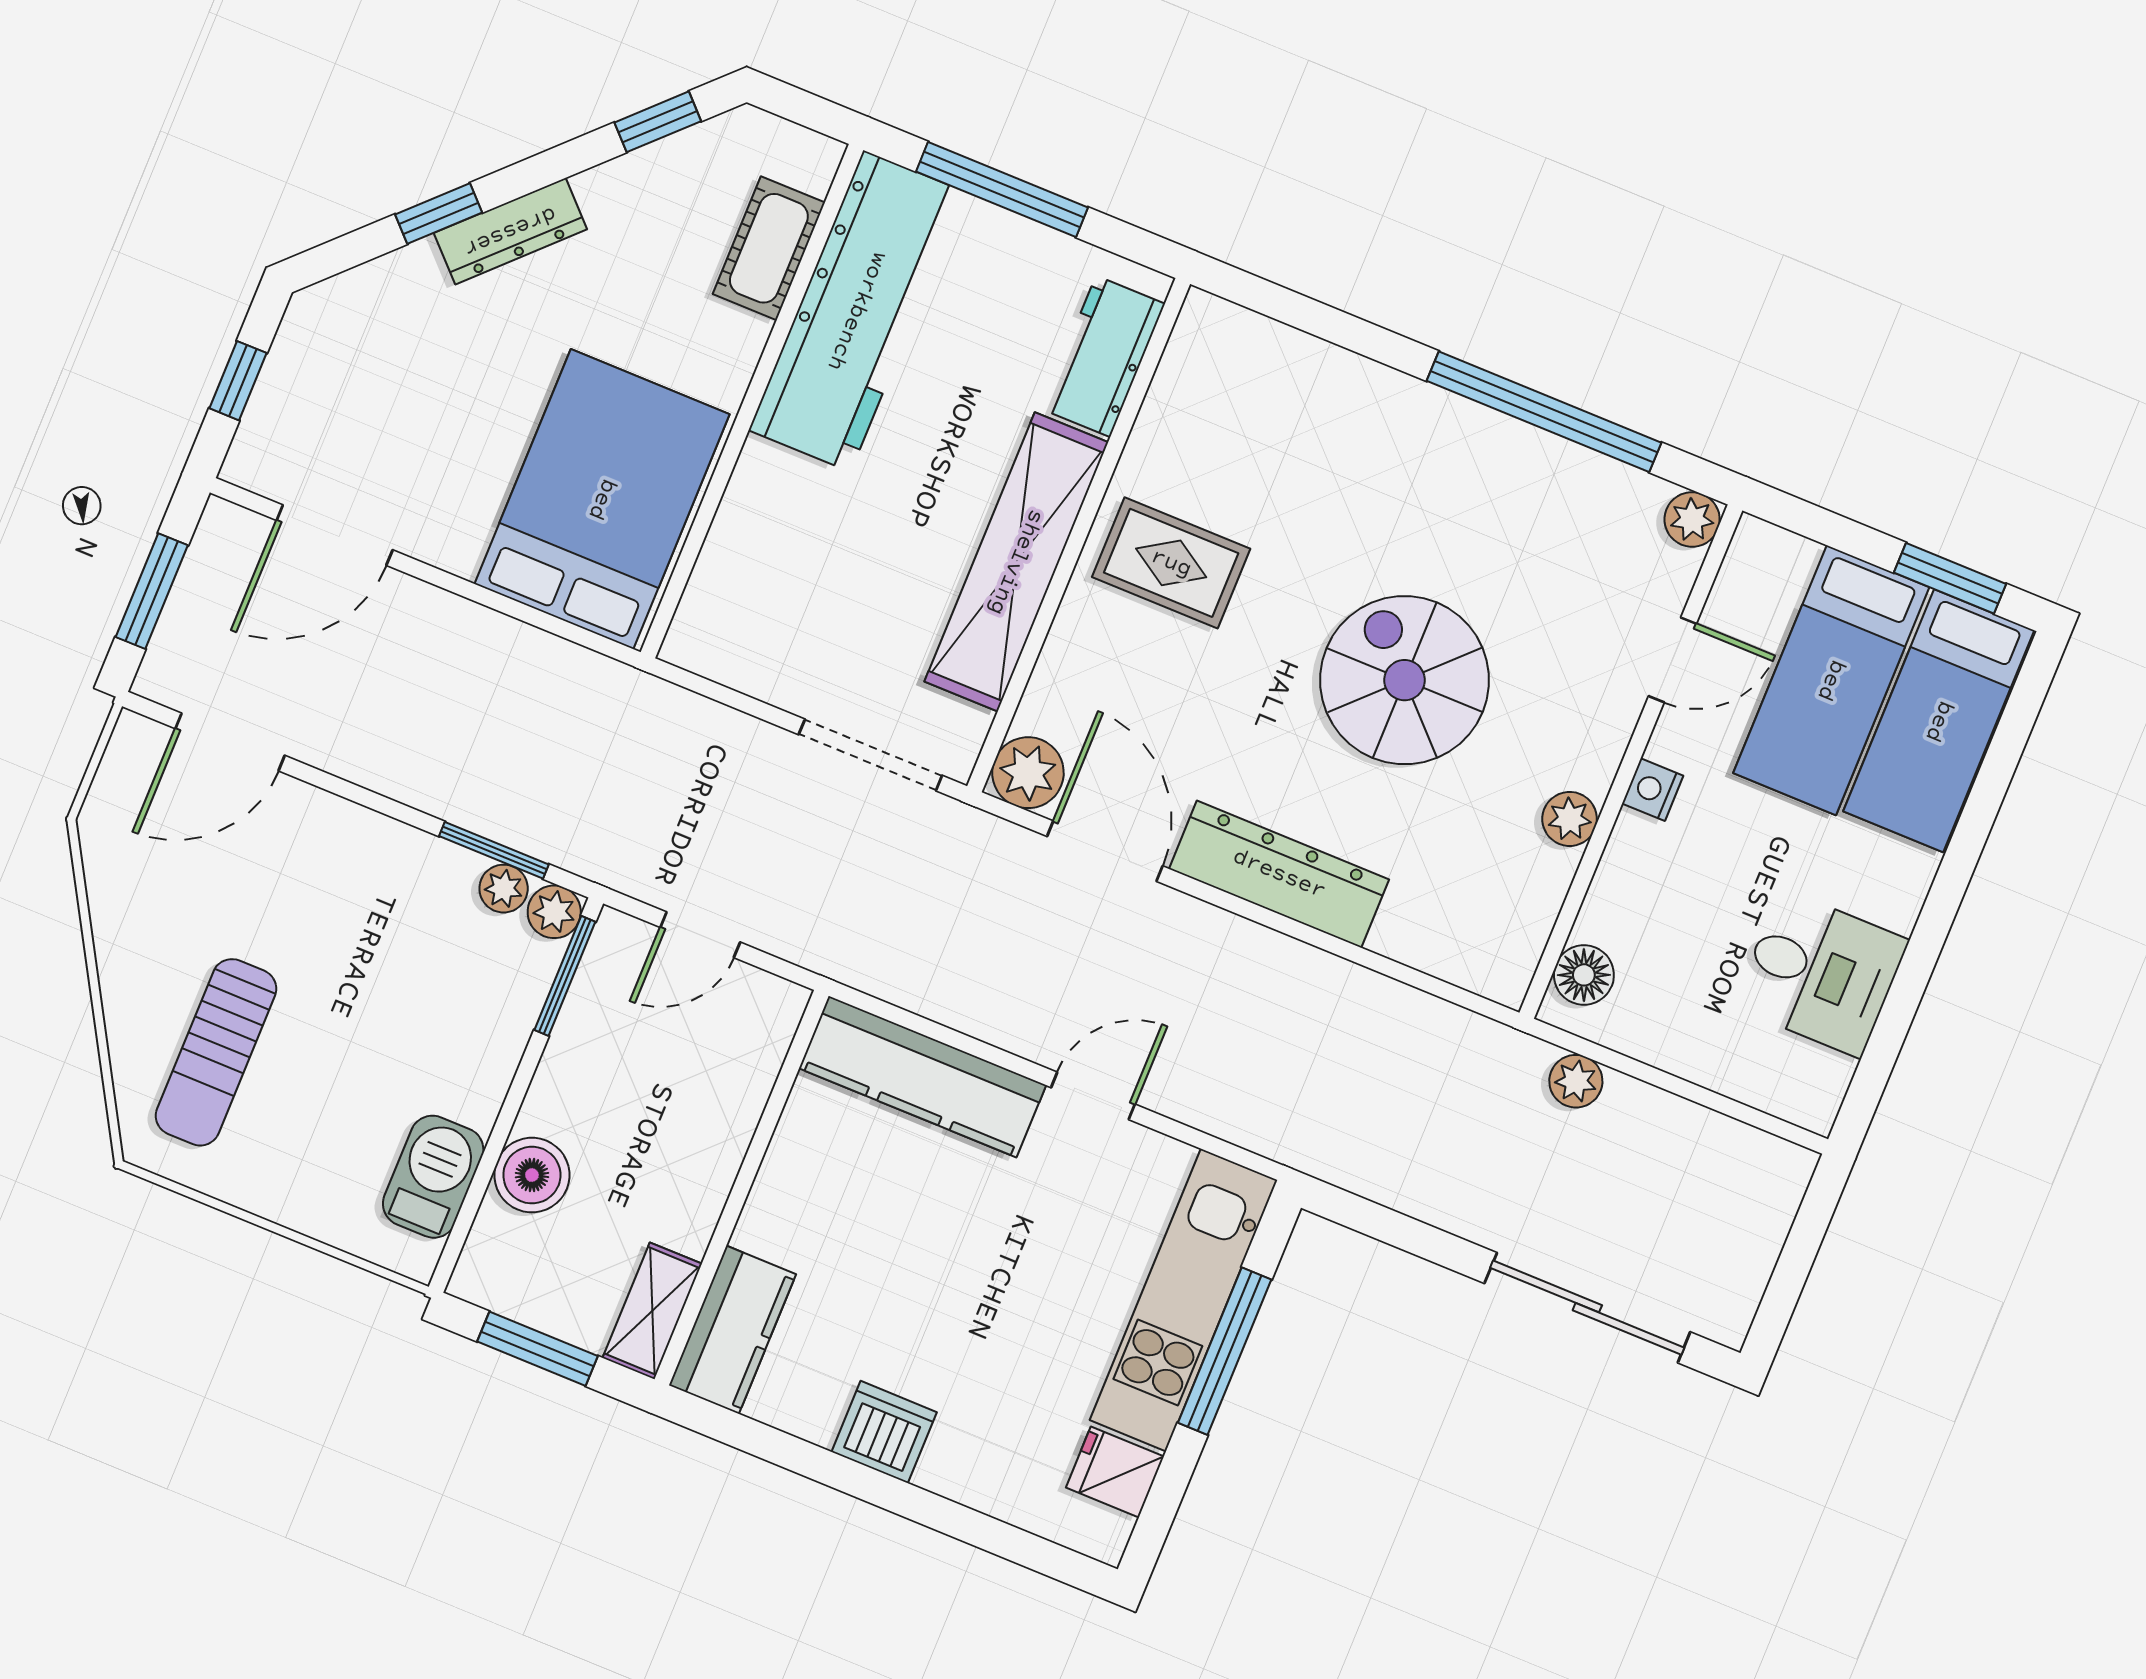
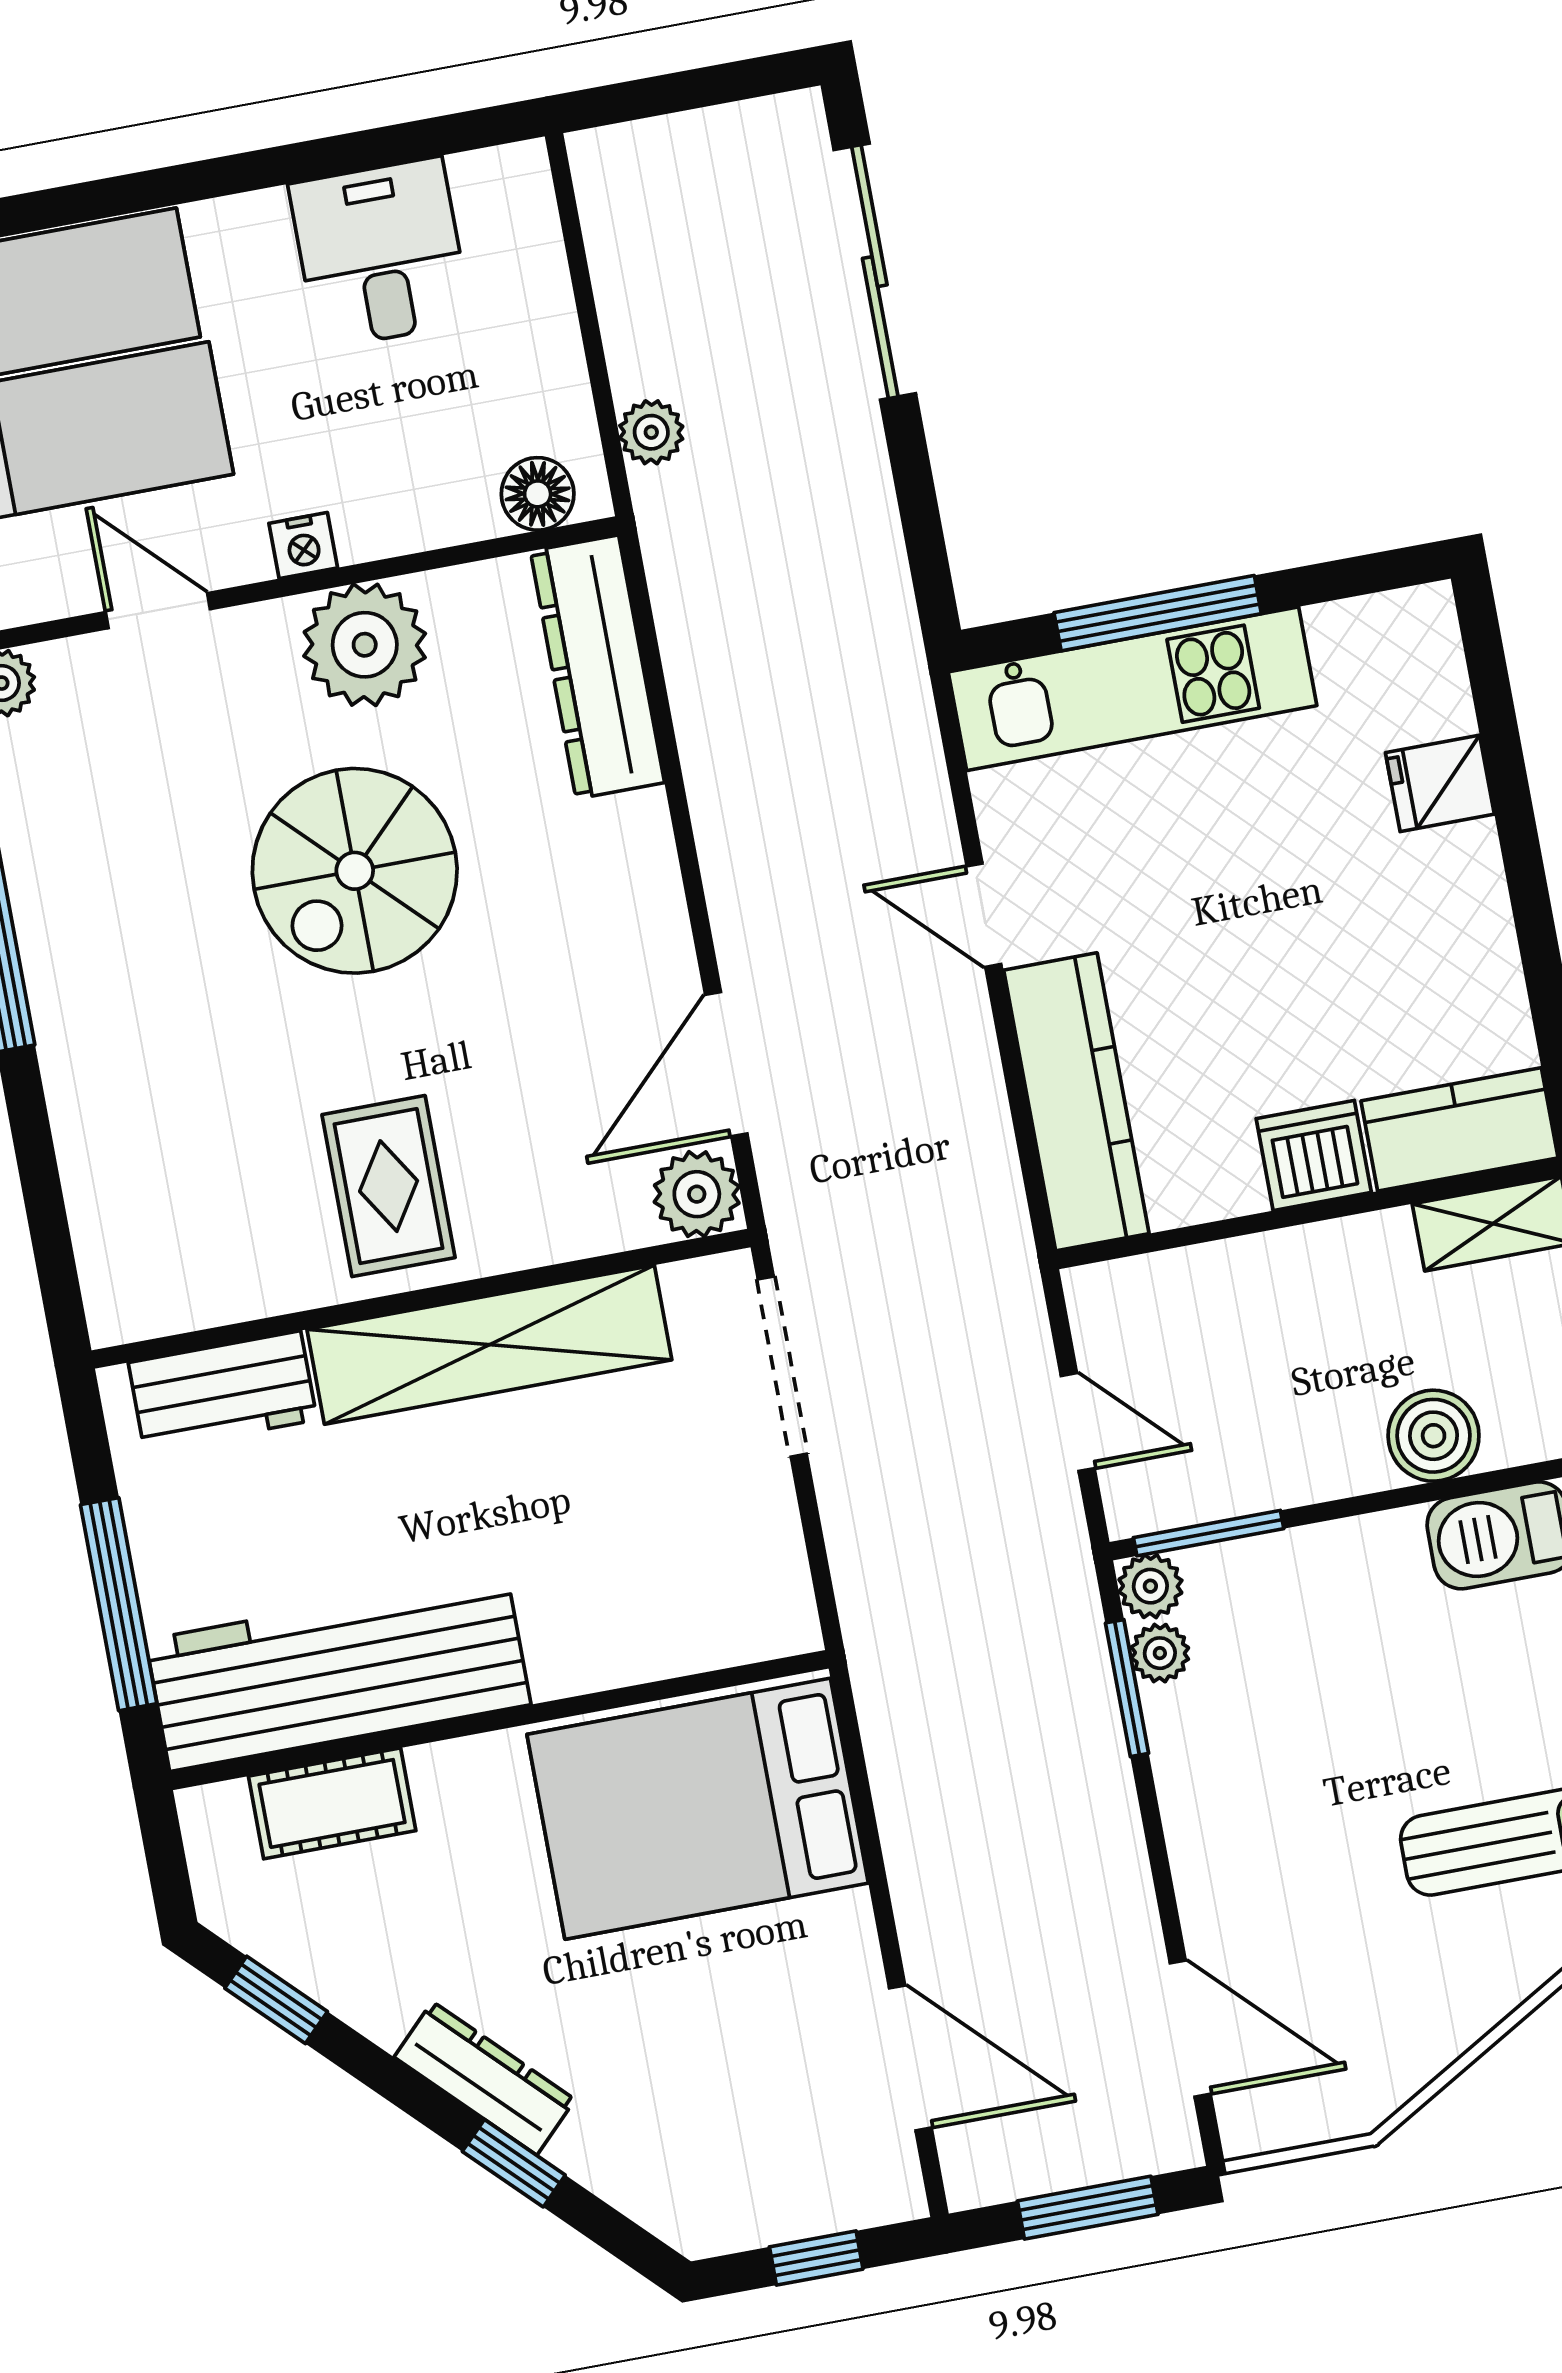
plant: (1570, 819) -> (365, 645), width x1.87, depth x1.87
dresser: (1279, 874) -> (597, 667), moved
dishwasher: (884, 1432) -> (1314, 1155), moved, turned 90
fridge: (1115, 1472) -> (1440, 783), moved, turned 90

